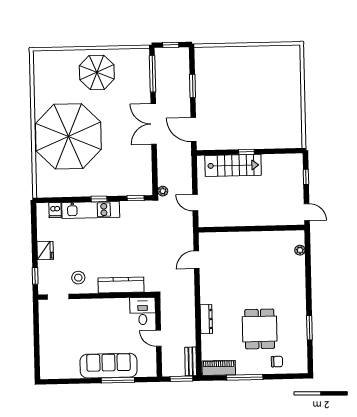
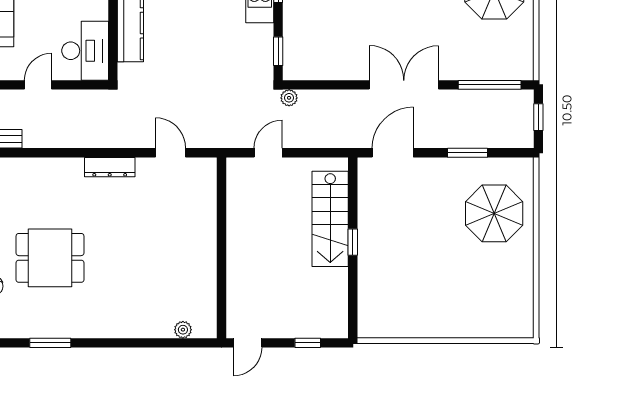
parasol: (228, 70) -> (494, 213), added
desk: (143, 311) -> (85, 51), width x1.37
dresser: (206, 319) -> (110, 167), moved

